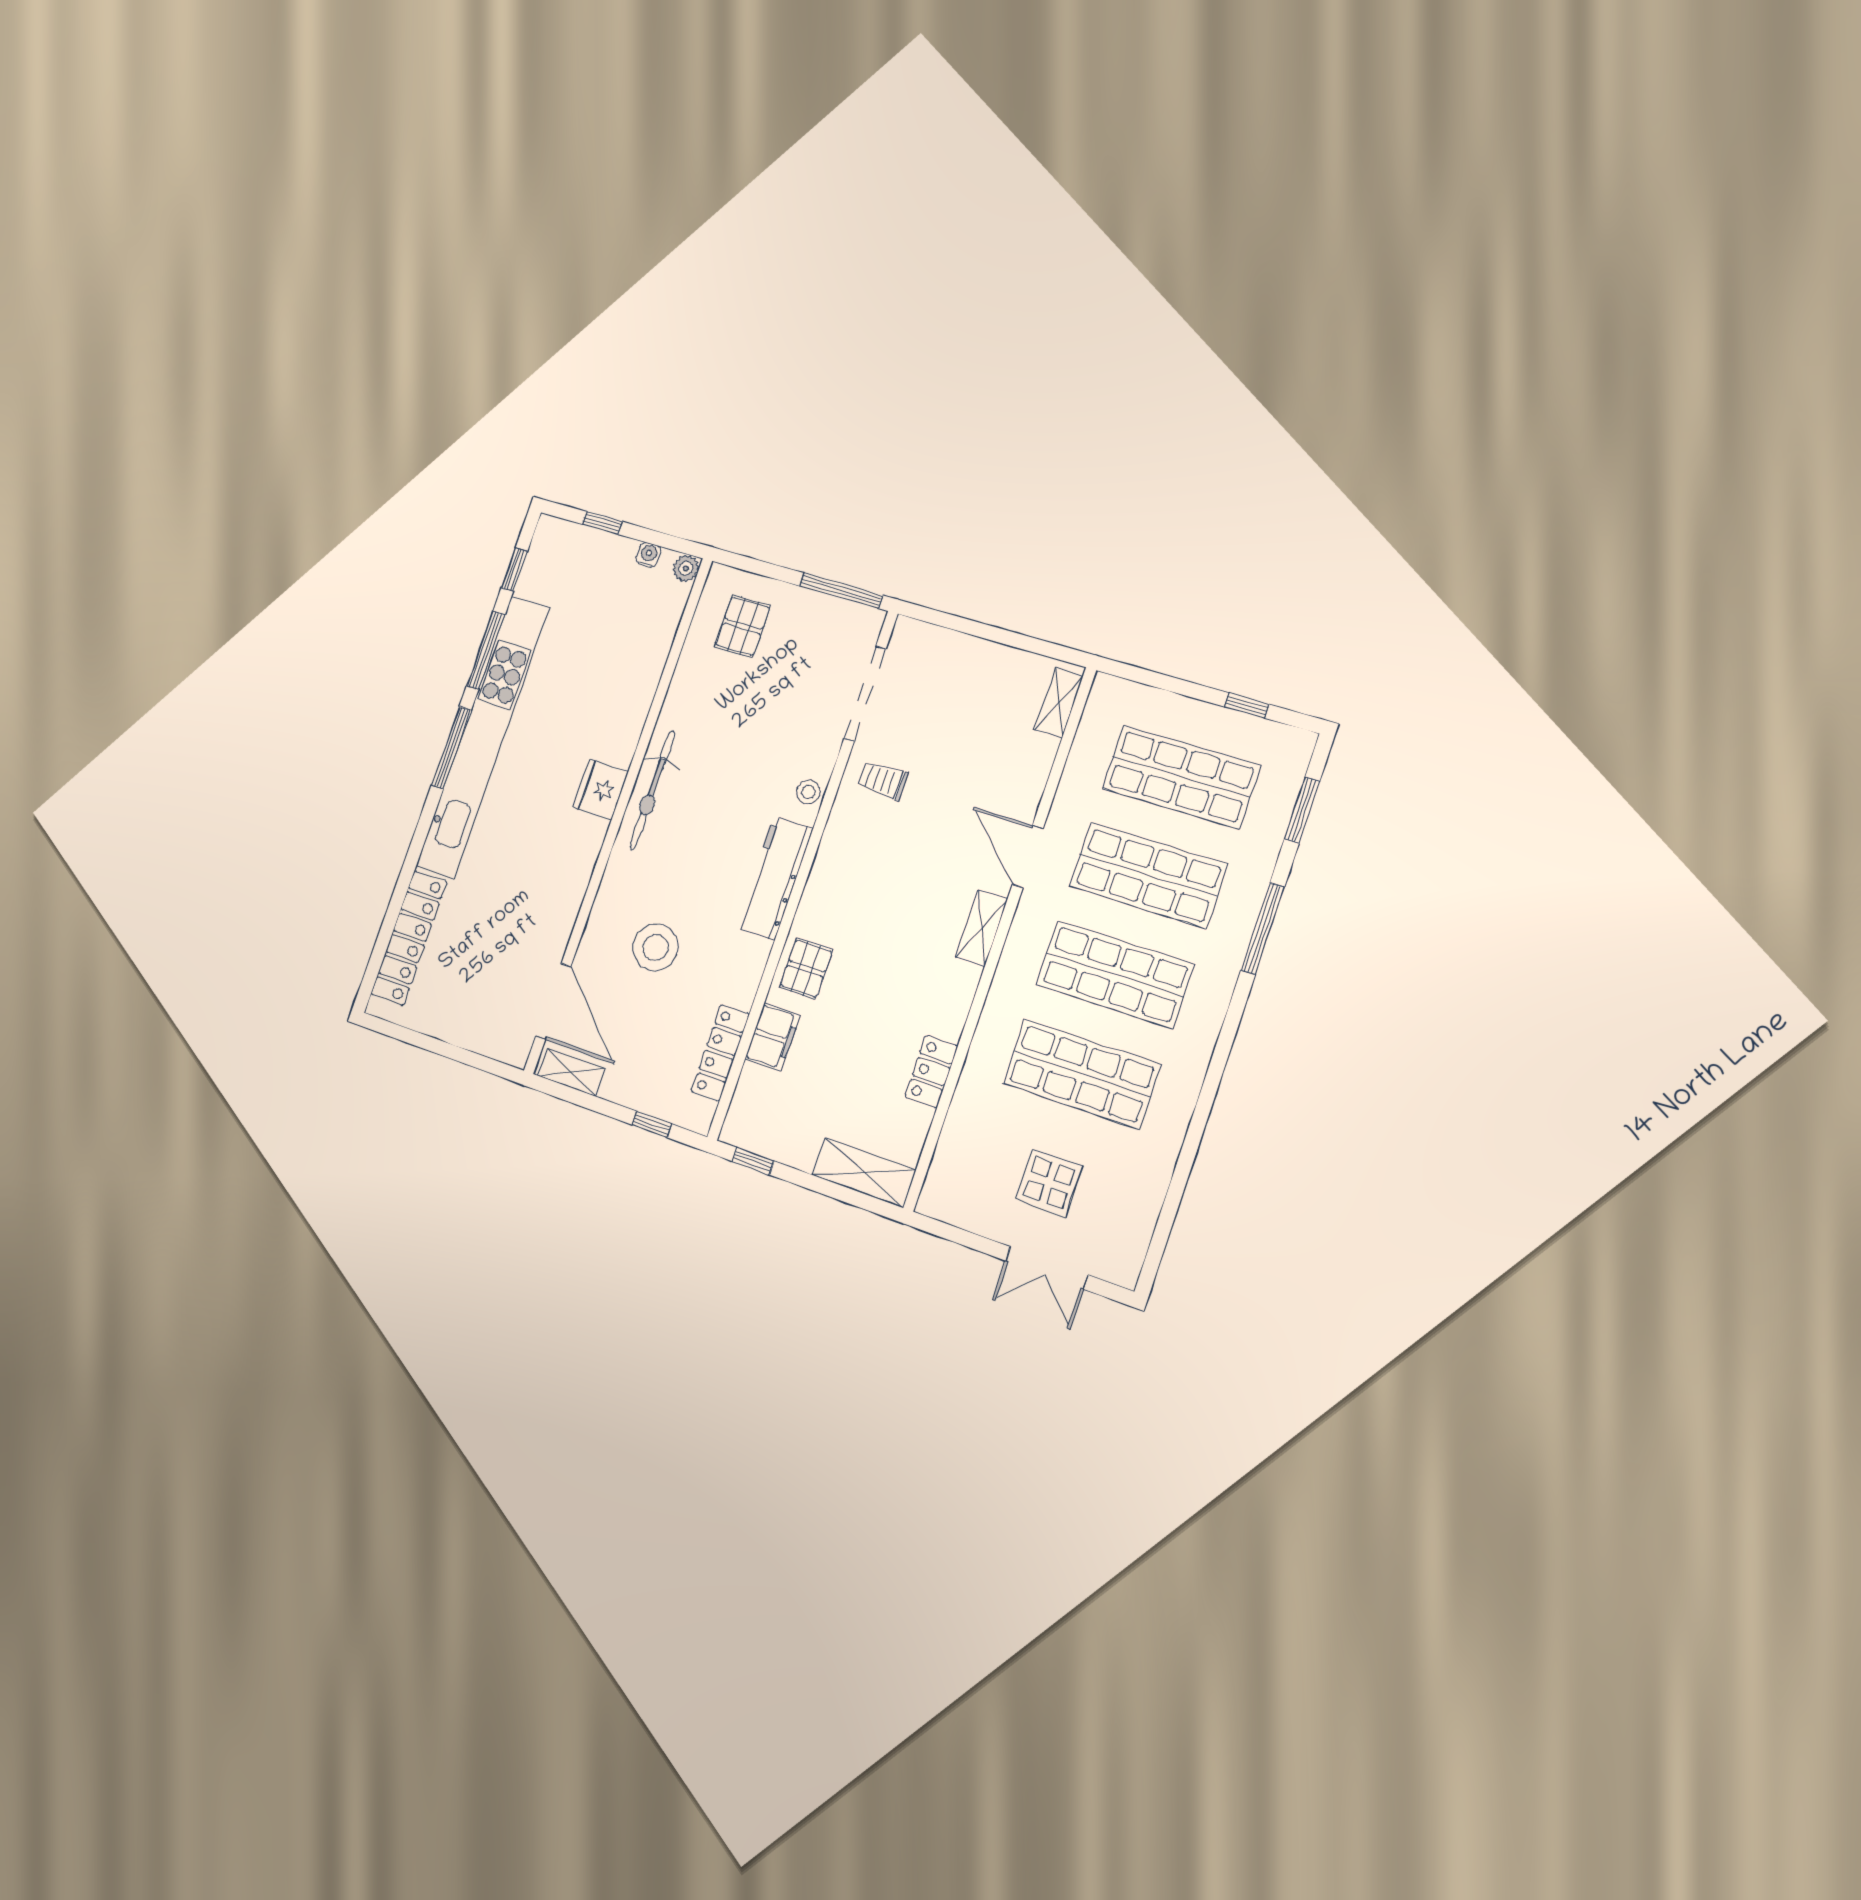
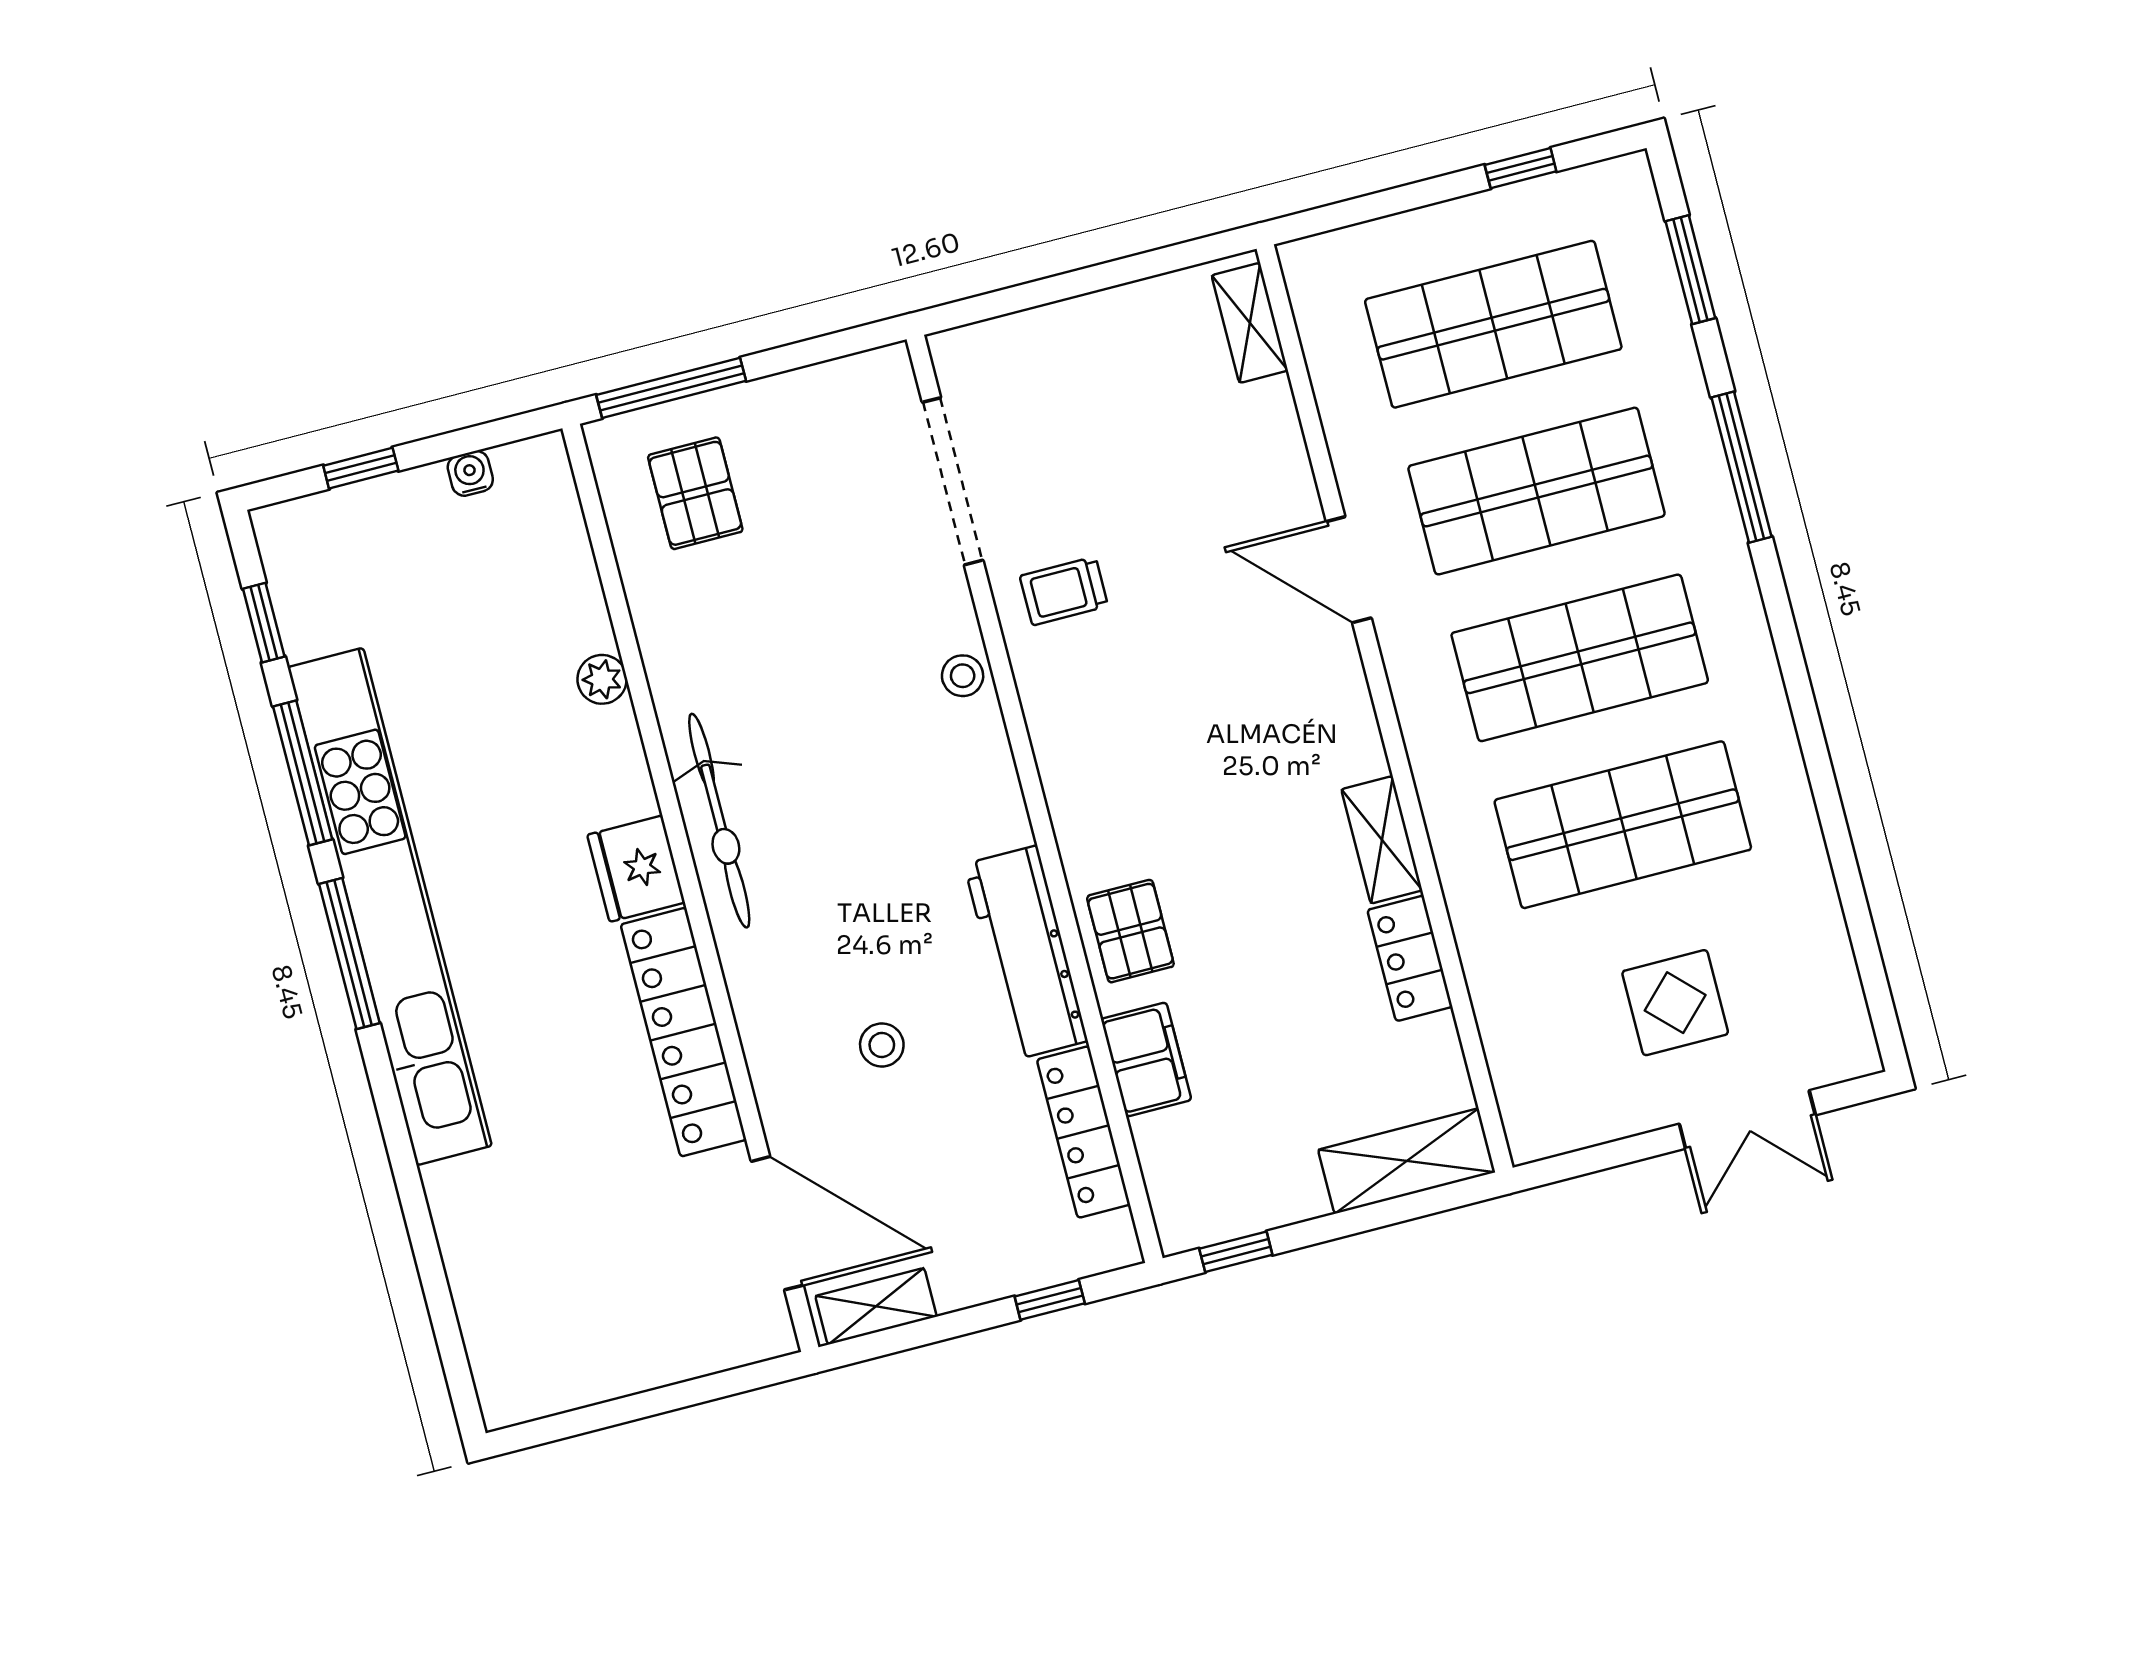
plant: (686, 568) -> (602, 679), moved
window: (841, 591) -> (671, 388), moved
workbench: (774, 878) -> (1026, 953), moved
shelving: (982, 928) -> (1382, 840), moved
locker: (409, 938) -> (683, 1032), moved, turned 180
stool: (655, 947) -> (882, 1045), width x0.53, depth x0.53

